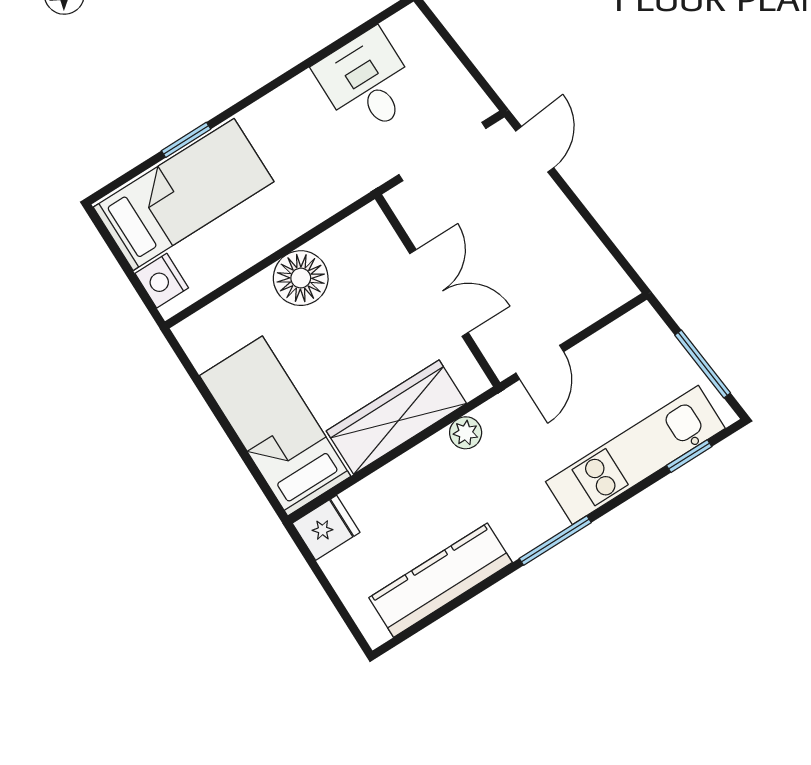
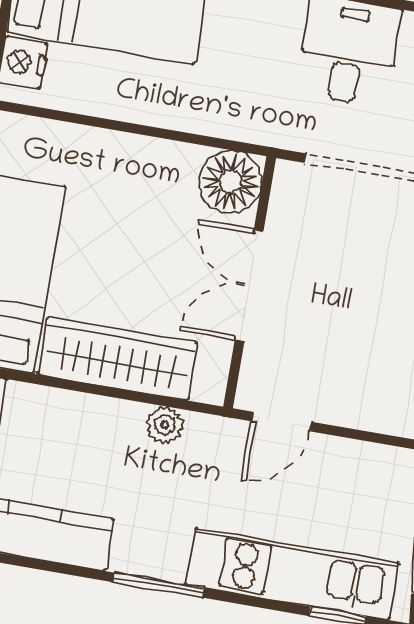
floor lamp: (301, 278) -> (230, 182), moved
double door: (439, 293) -> (249, 285), swing flipped

